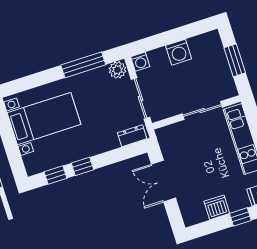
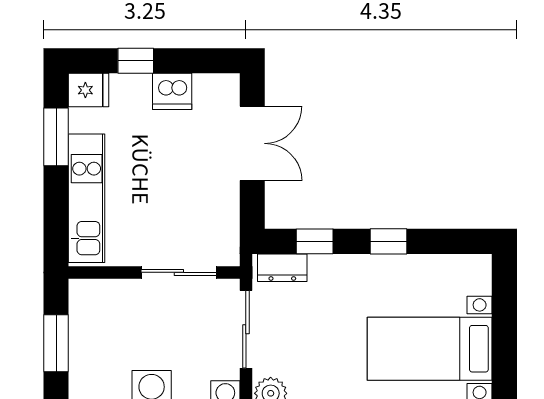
sliding door: (202, 110) -> (179, 272), moved
window: (56, 175) -> (315, 241), moved
double door: (164, 181) -> (252, 143), moved

